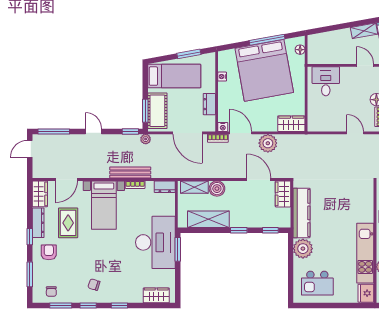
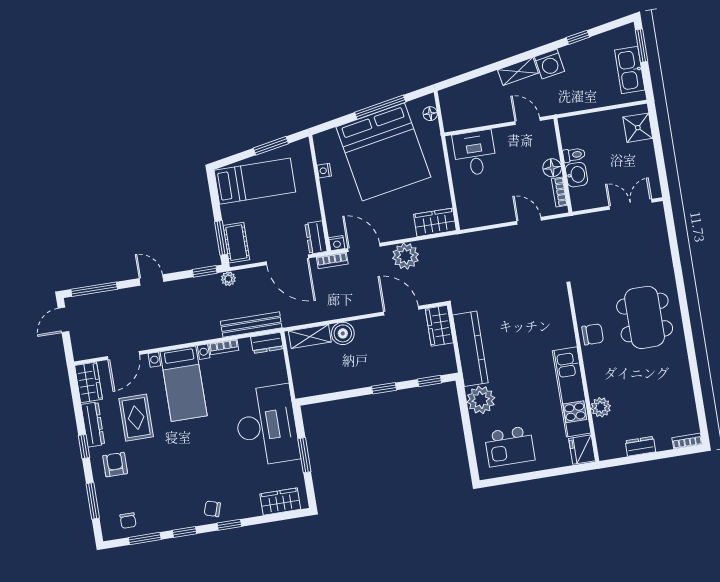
dresser: (209, 104) -> (316, 237), moved
cot: (157, 111) -> (236, 243), width x0.73, depth x0.75
bench: (130, 173) -> (251, 324), moved
shelving: (208, 219) -> (338, 380), removed
window: (178, 249) -> (304, 455), moved
chair: (94, 285) -> (212, 509), moved

